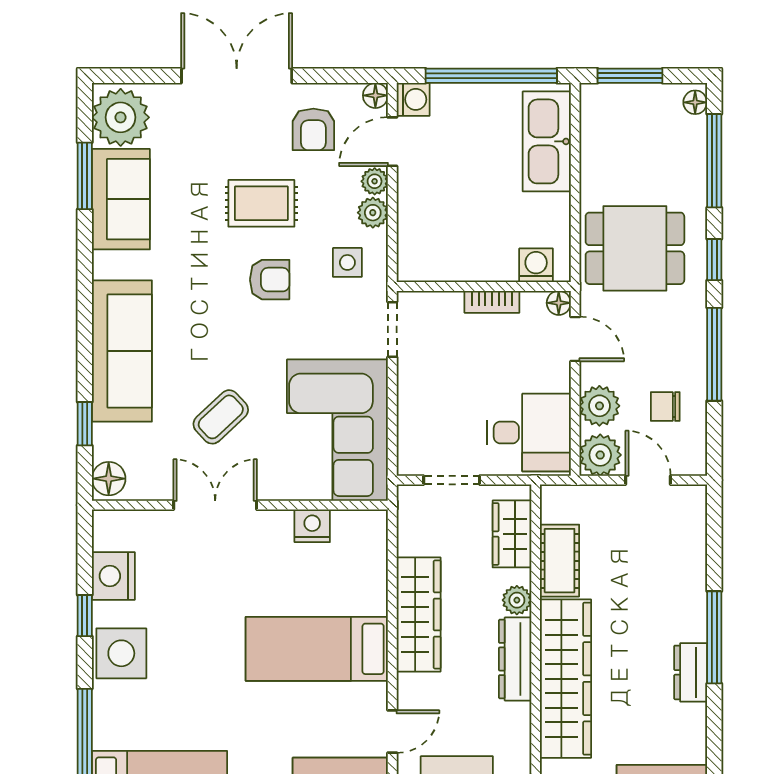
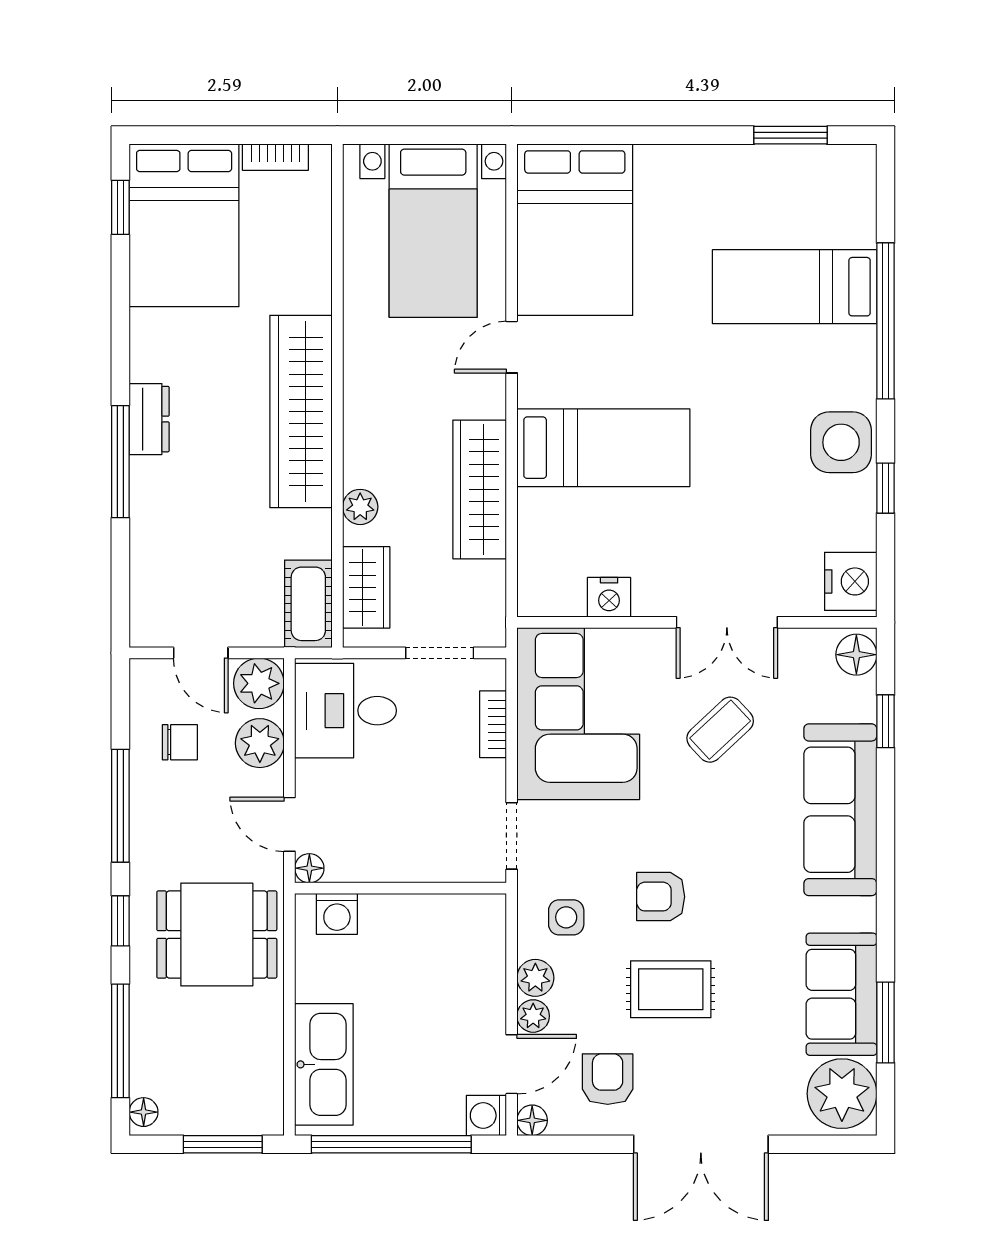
bookcase: (492, 302) -> (493, 724), moved, turned -90
cot: (560, 561) -> (308, 604), moved
nightstand: (113, 576) -> (851, 581), moved
dresser: (515, 659) -> (362, 435), removed

